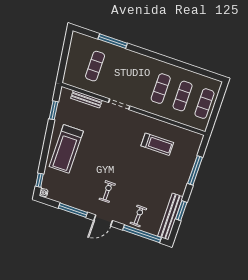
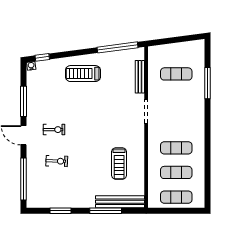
window: (54, 110) -> (117, 47), width x2.11
treadmill: (66, 149) -> (83, 74), width x0.73, depth x0.73
exercise bike: (138, 216) -> (57, 161), moved
bench: (170, 216) -> (120, 202), moved

